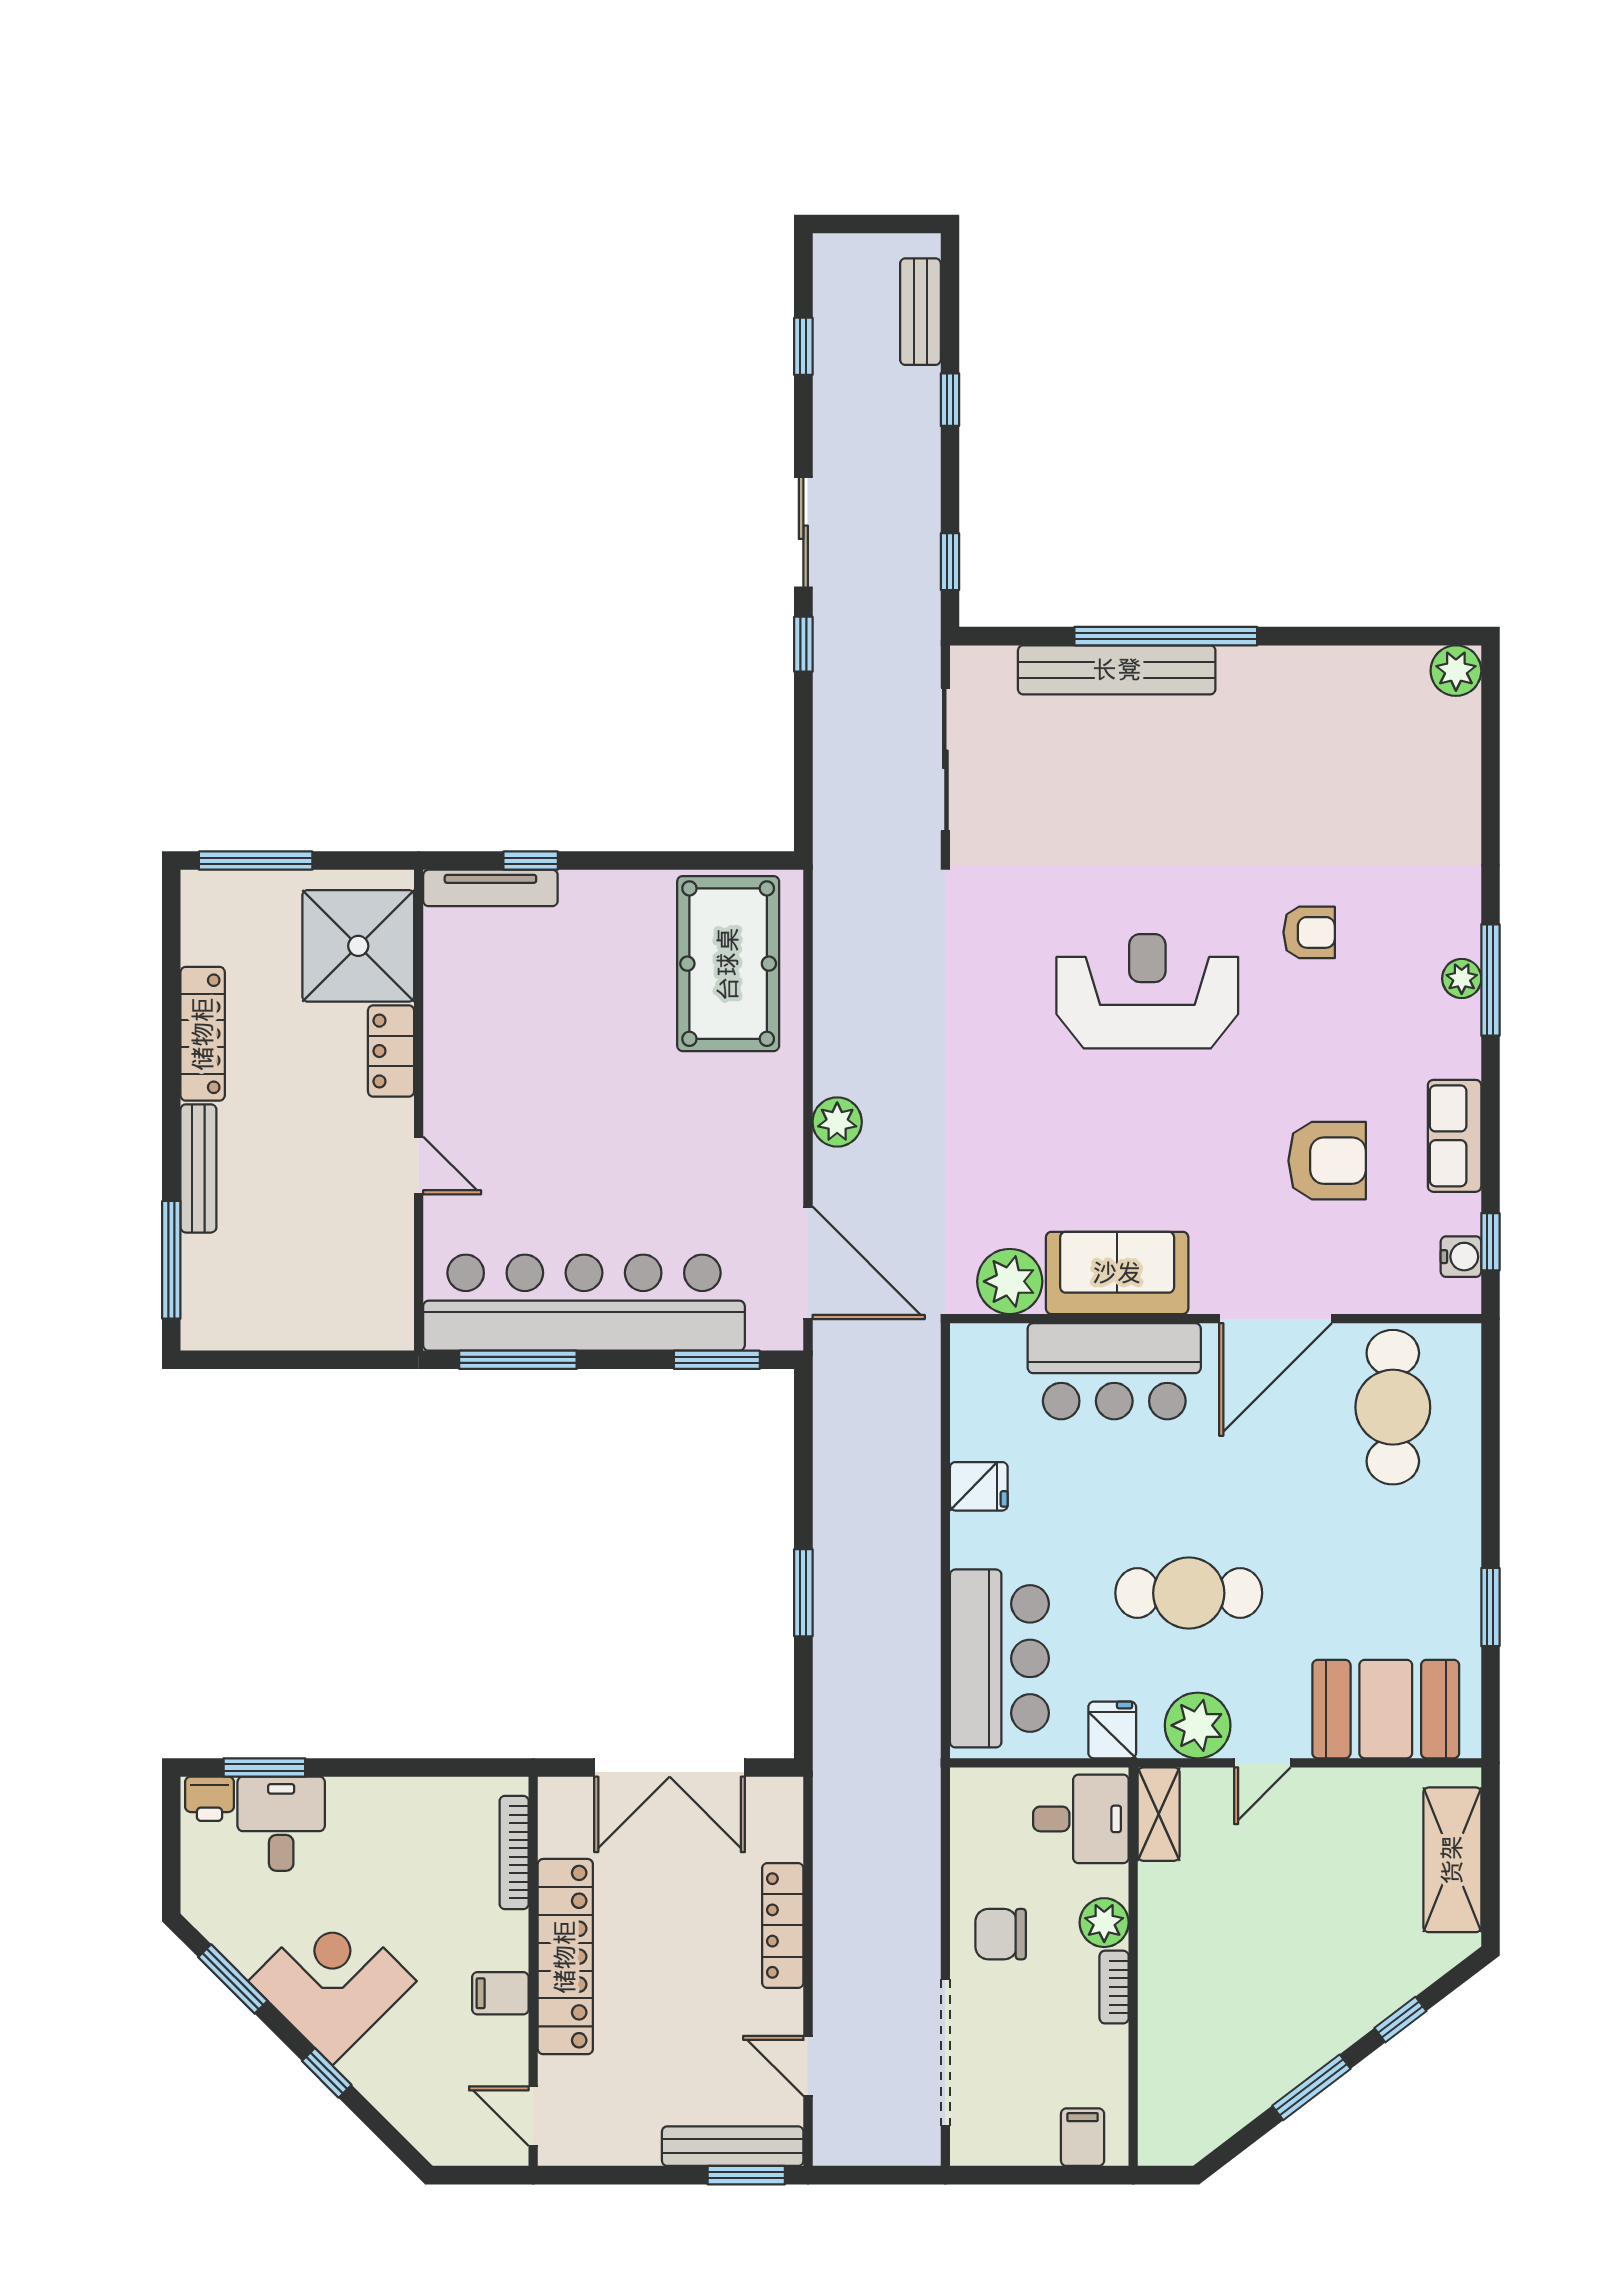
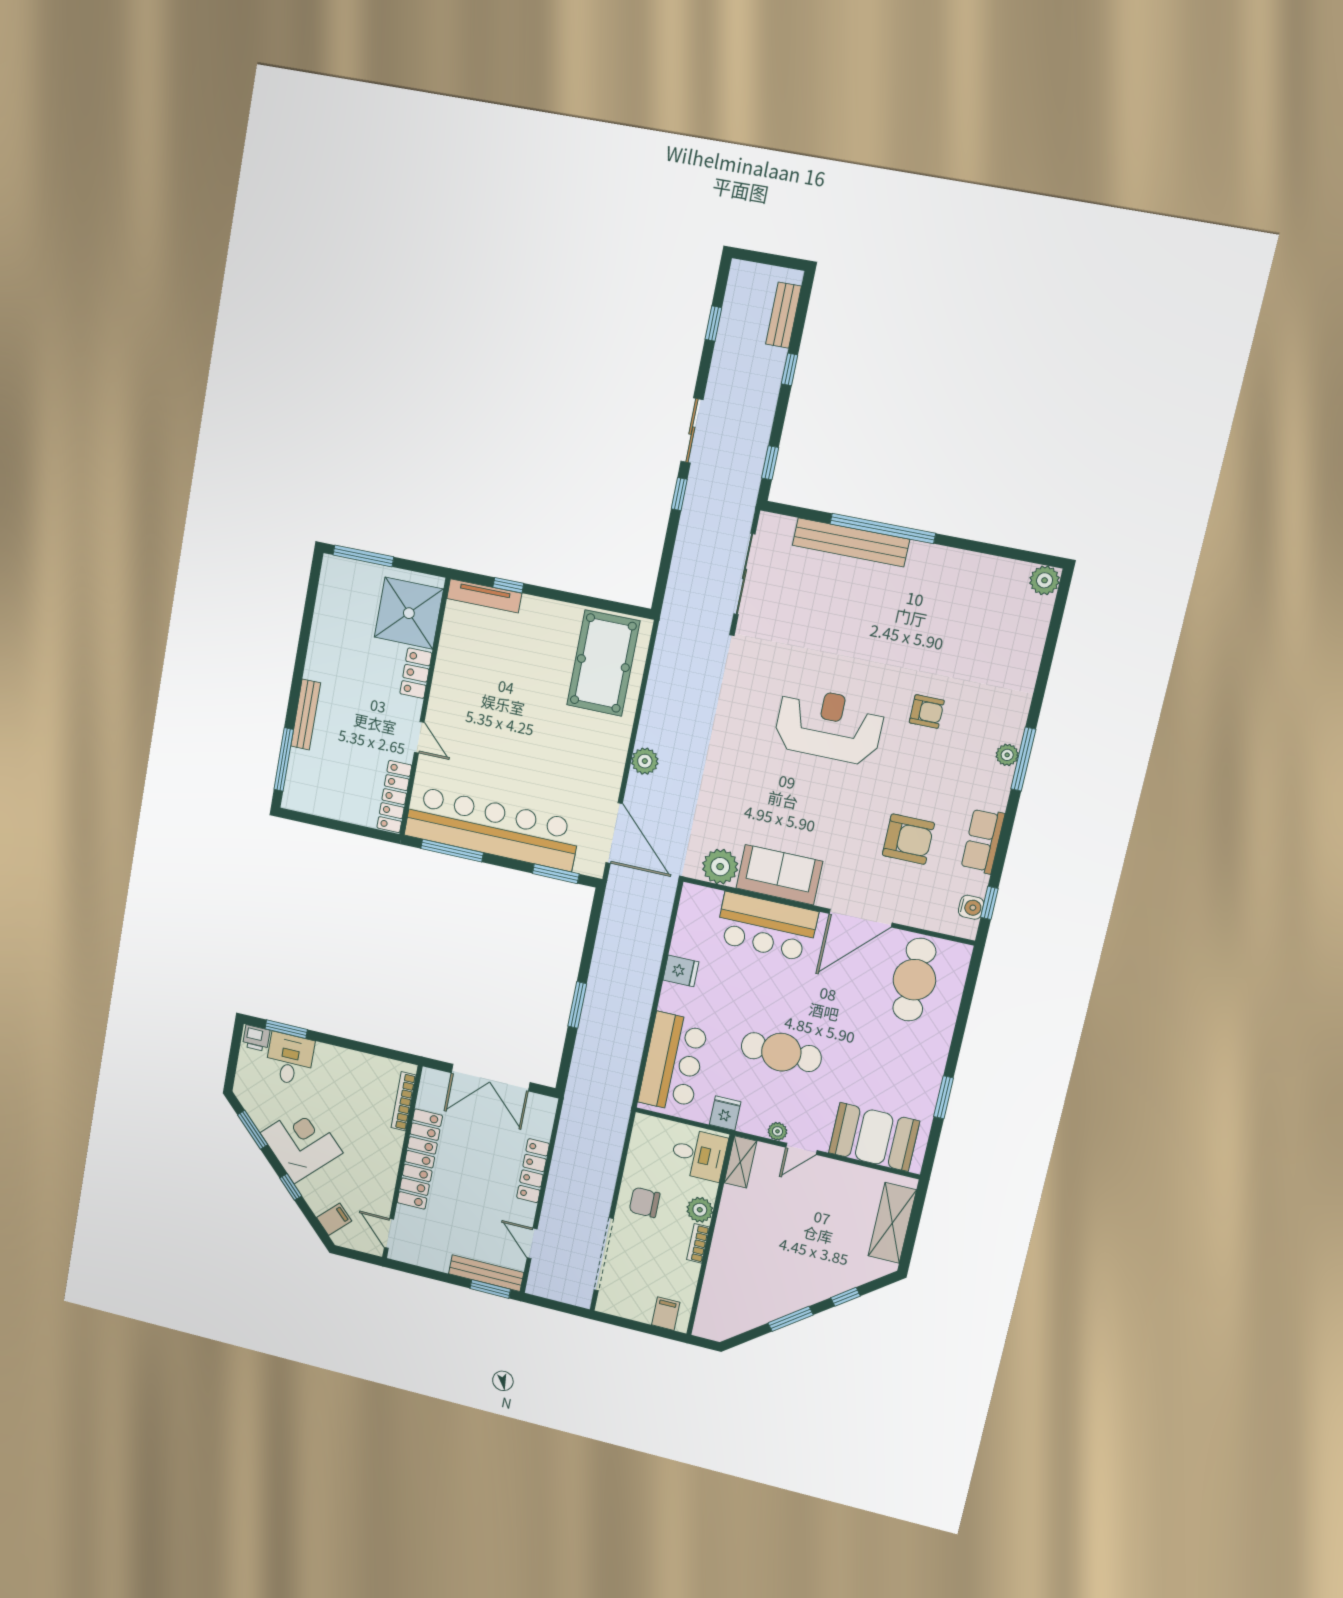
locker: (203, 1034) -> (394, 797), moved, turned 180
plant: (1198, 1725) -> (777, 1131), width x0.53, depth x0.53
filing cabinet: (500, 1993) -> (334, 1219), moved, turned 135

